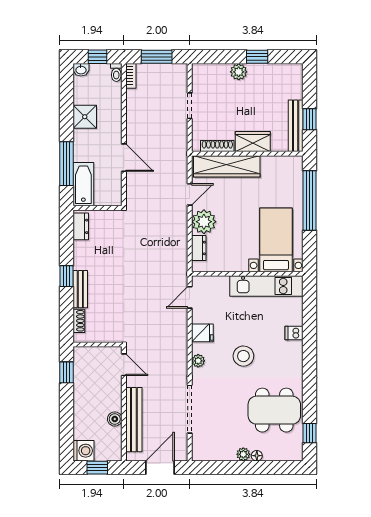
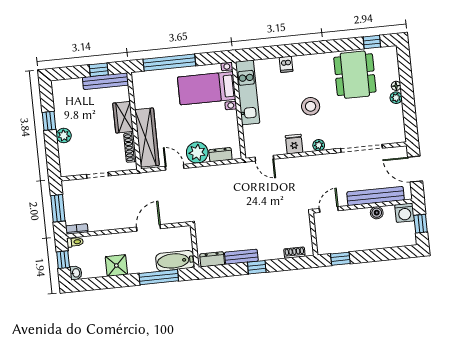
bench: (80, 289) -> (241, 257), moved
washing machine: (84, 451) -> (405, 213), moved, turned 180

